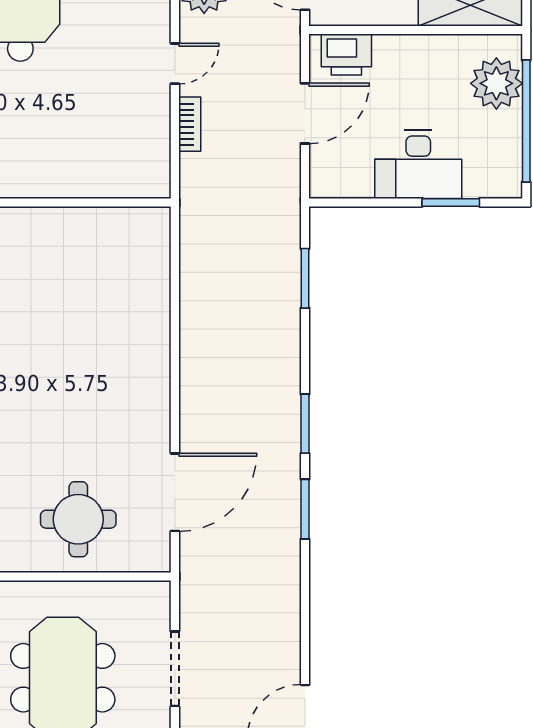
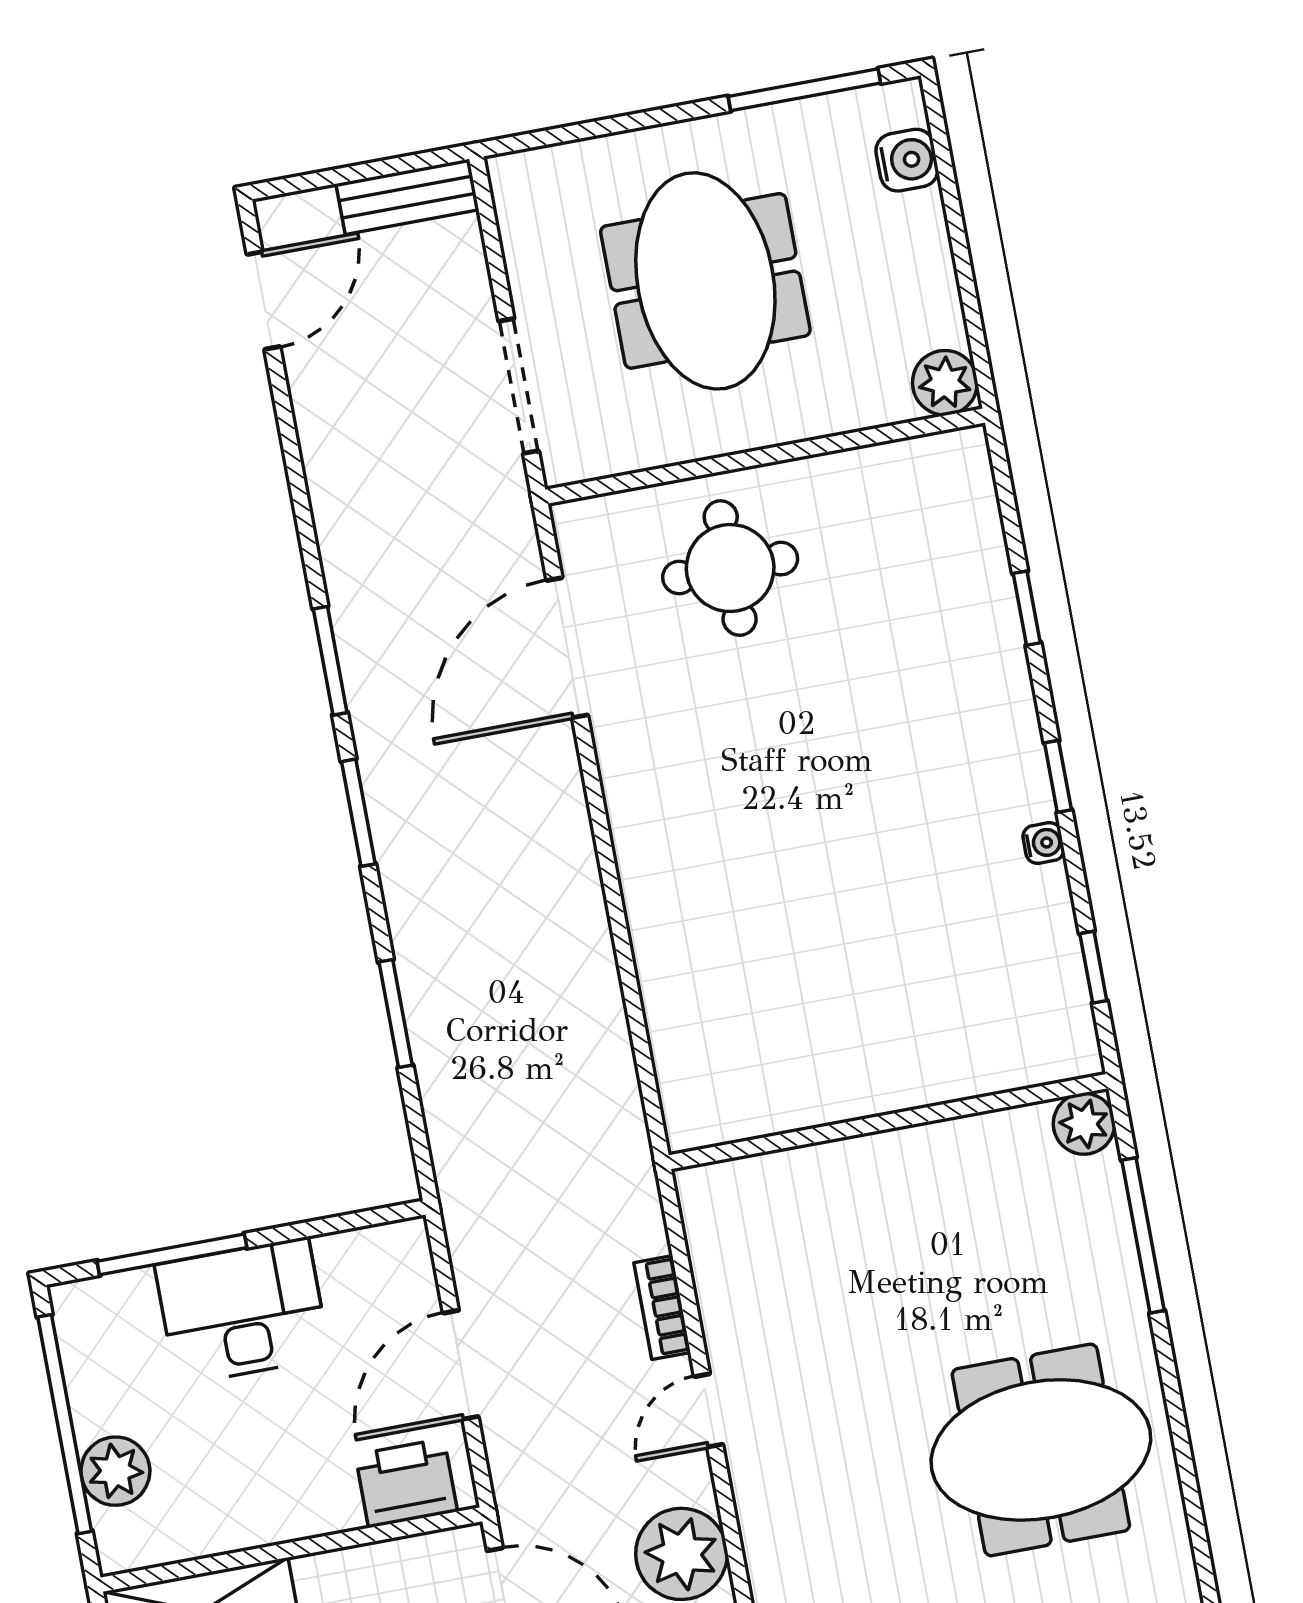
plant: (496, 83) -> (115, 1471), width x0.73, depth x0.73
window: (451, 202) -> (172, 1254), width x1.44
window: (305, 278) -> (396, 1014), moved
doorway: (175, 669) -> (519, 386), moved

